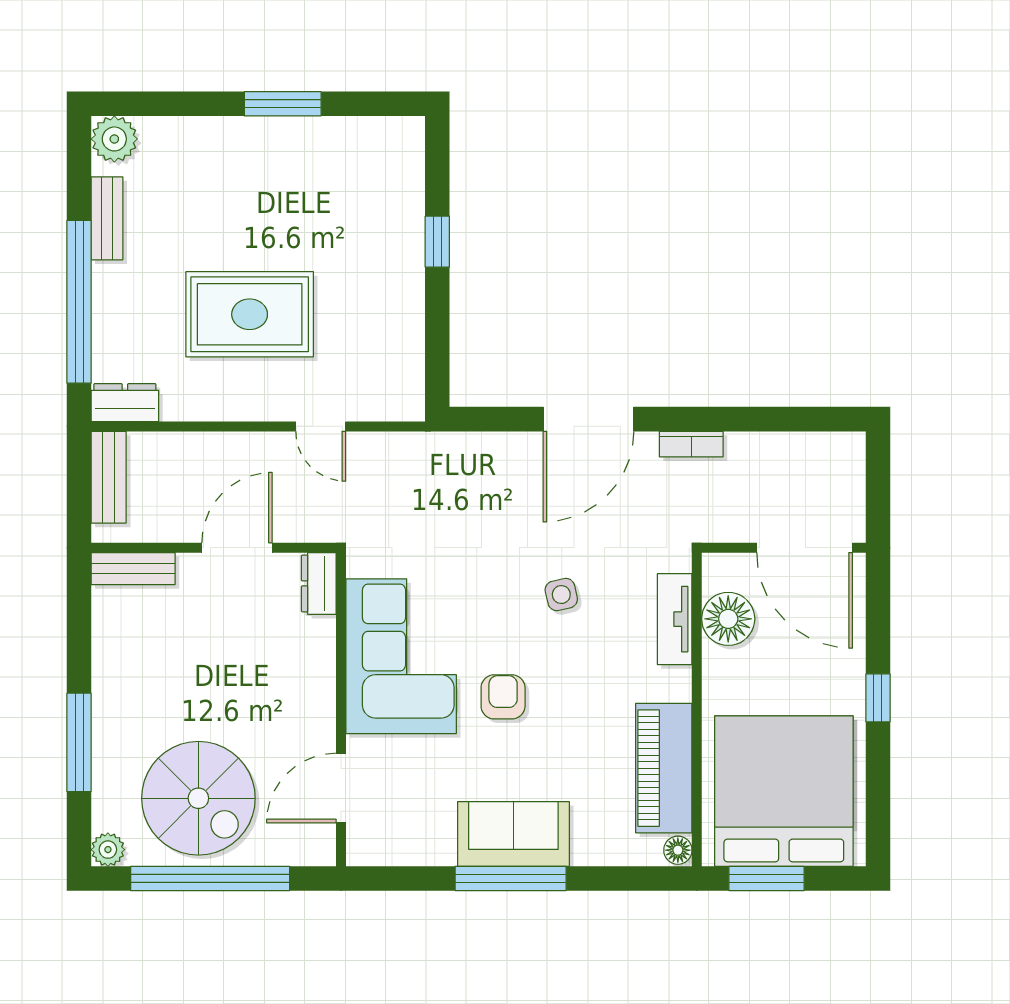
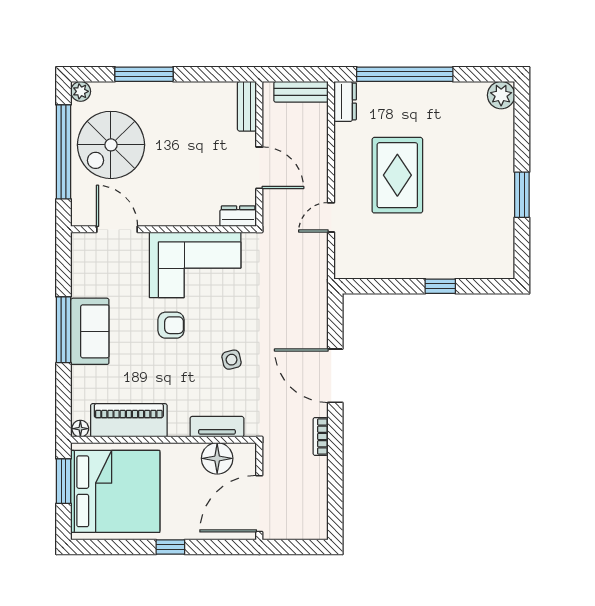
bench: (107, 218) -> (454, 91), removed

